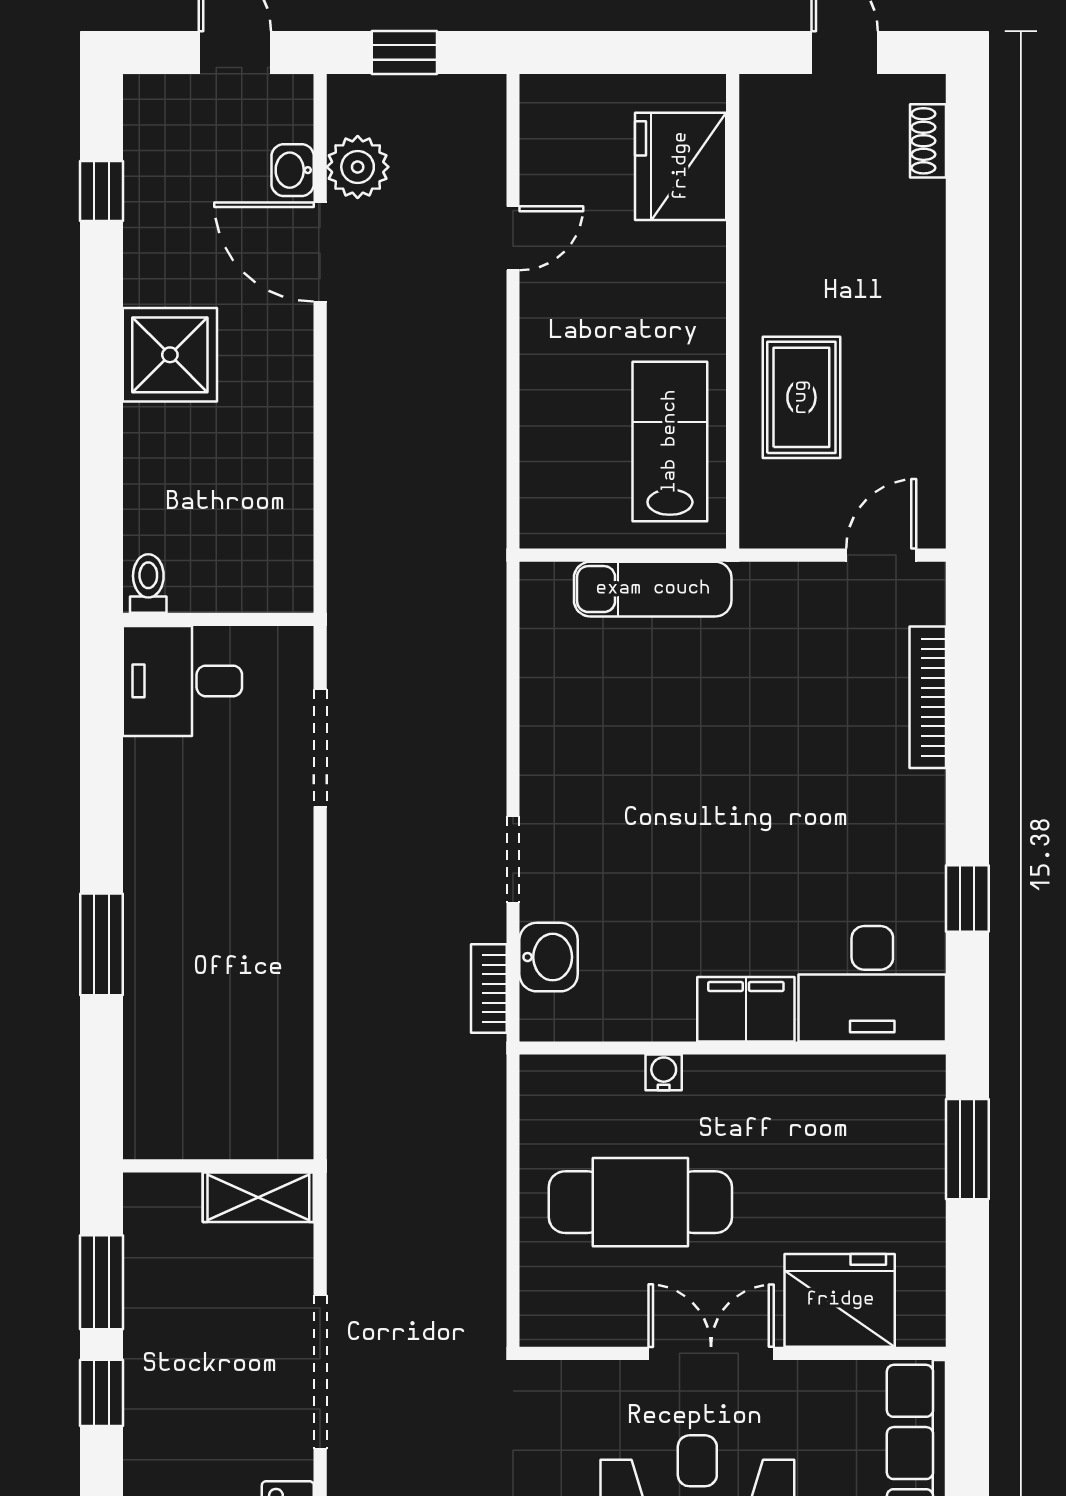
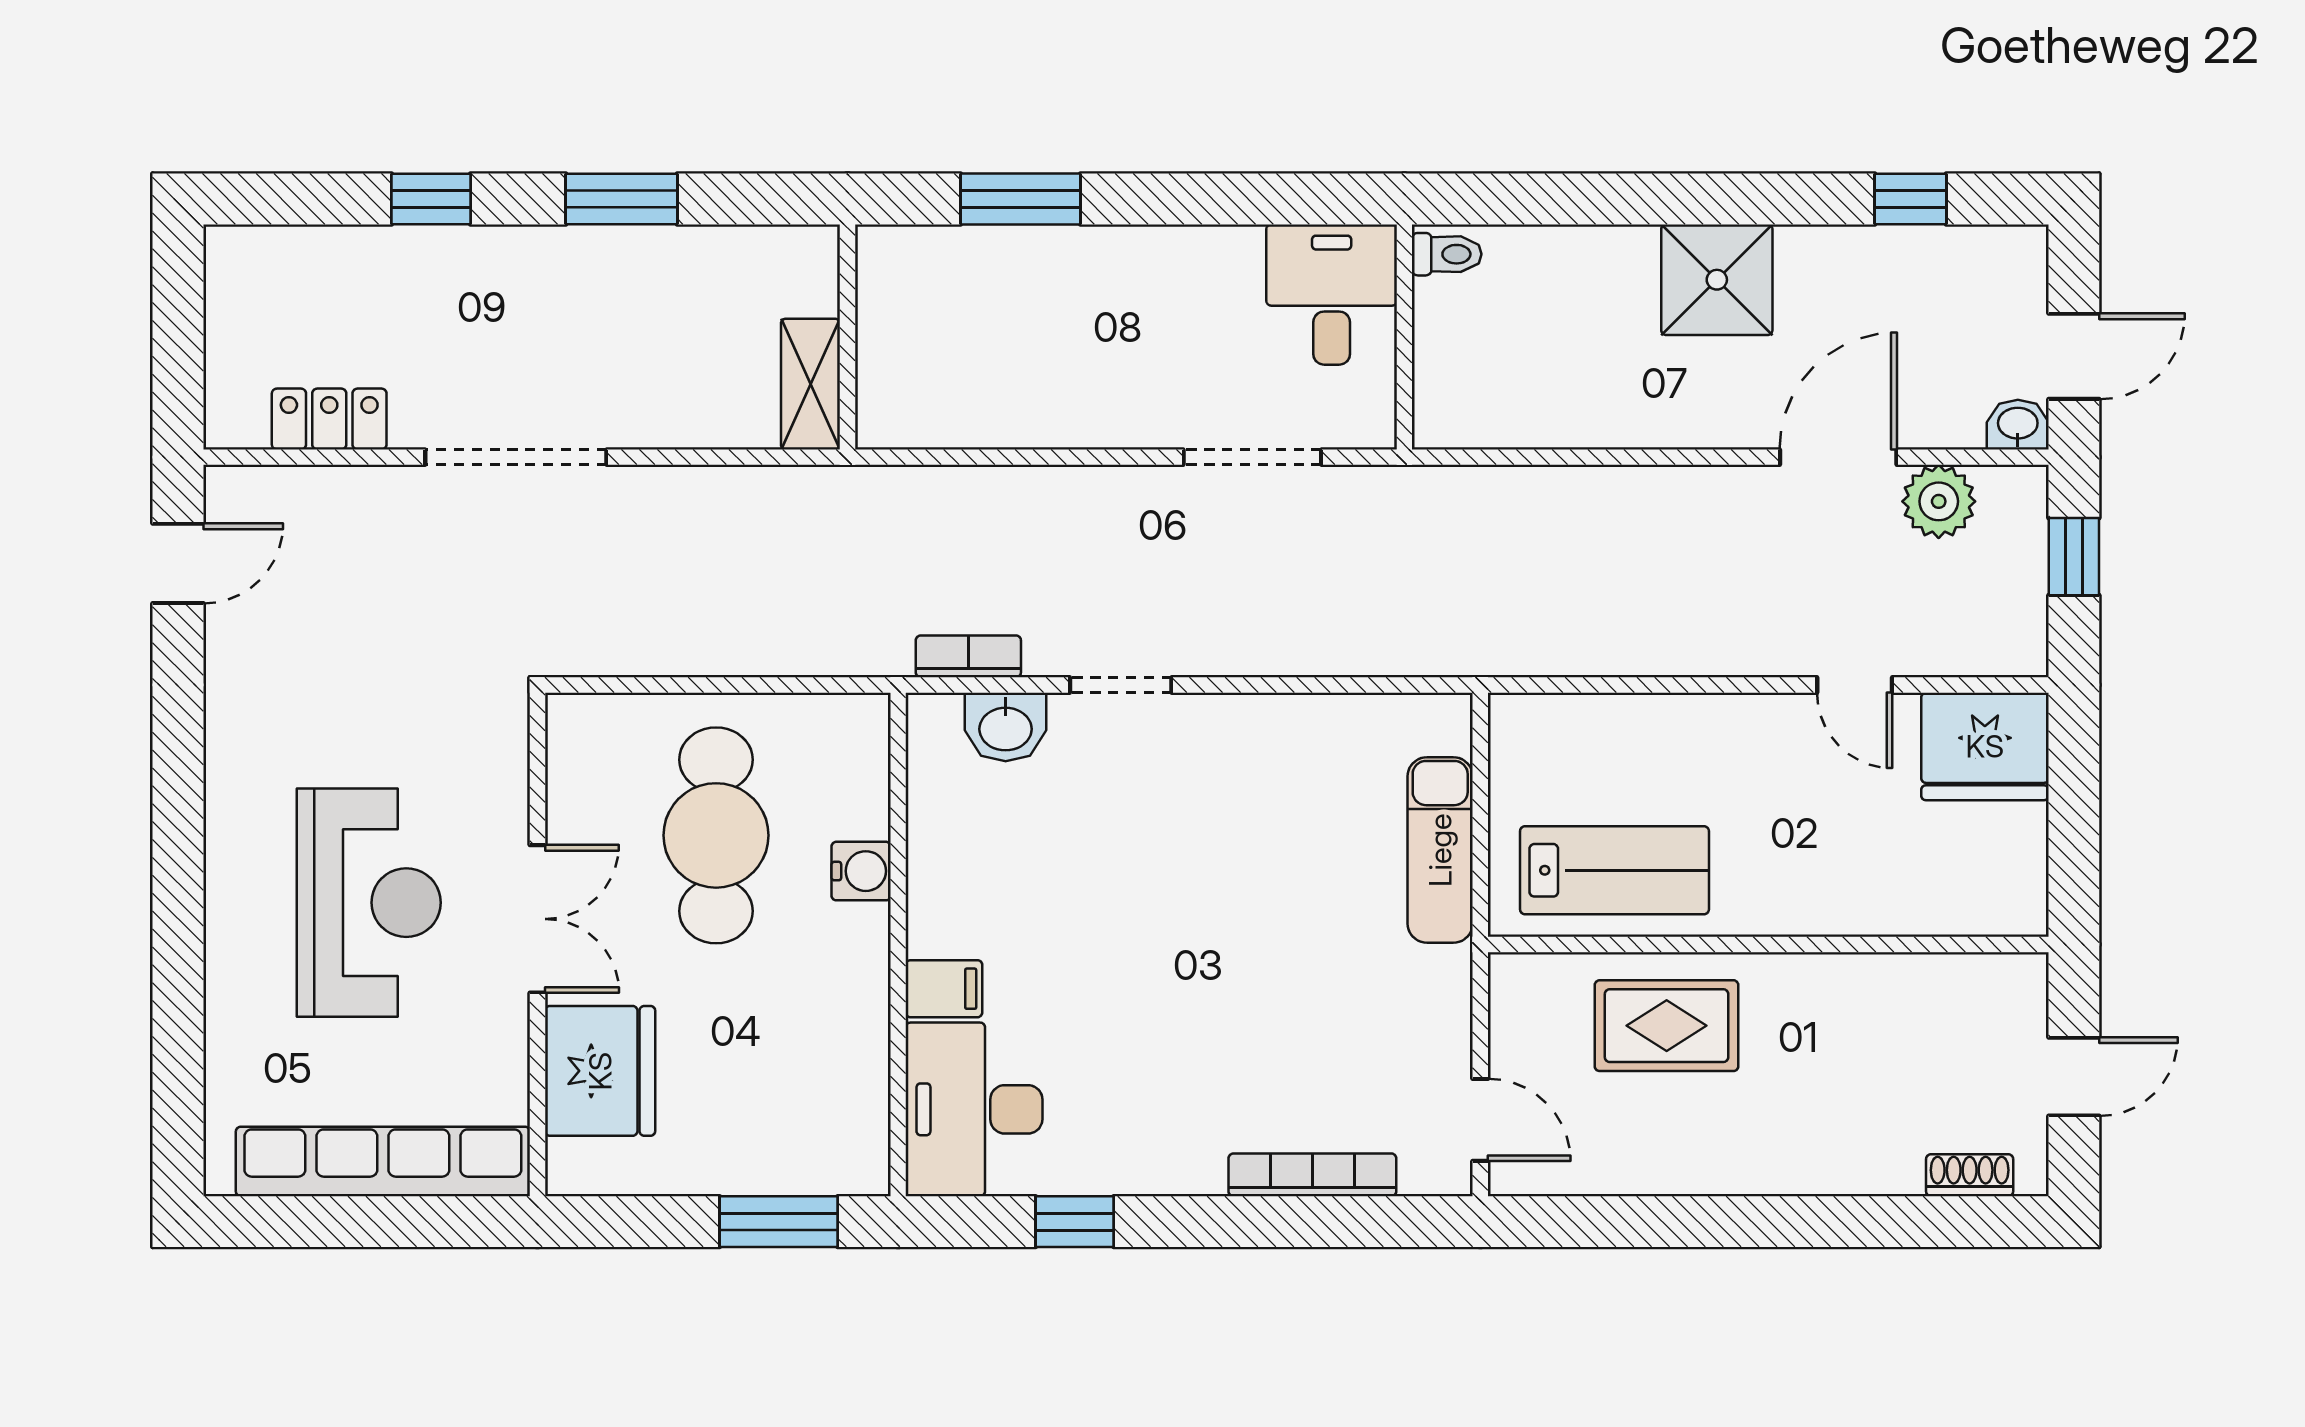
fridge: (681, 166) -> (1985, 746), moved, turned 180
washbasin: (293, 170) -> (2018, 425), moved
filing cabinet: (746, 1009) -> (944, 989), width x0.50
water cooler: (664, 1072) -> (861, 871), width x1.38, depth x1.38
wall: (218, 1166) -> (847, 337), moved
shelving: (258, 1197) -> (810, 384), moved
window: (102, 1393) -> (431, 199), moved

